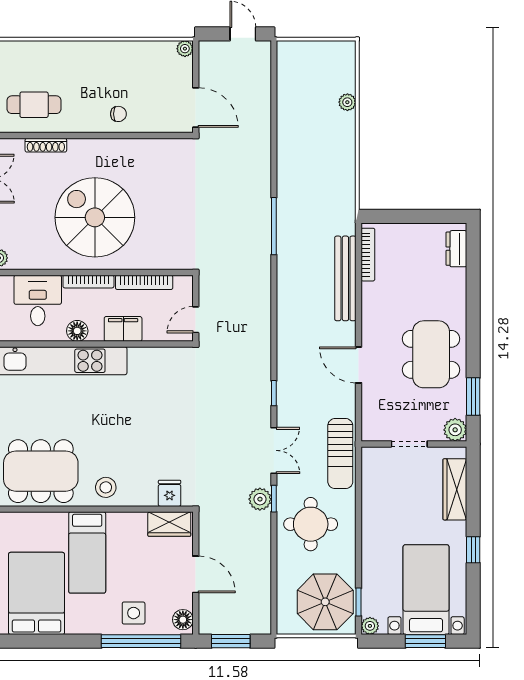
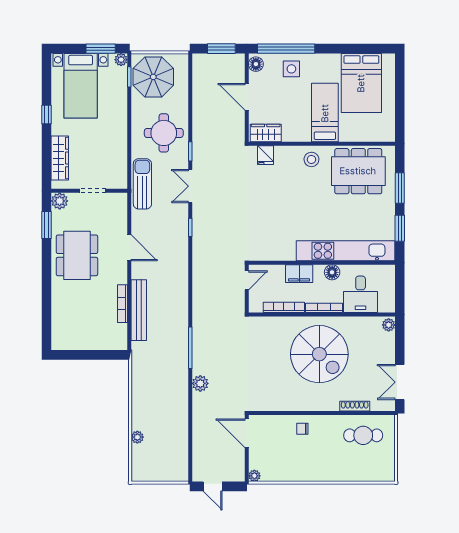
dresser: (456, 249) -> (59, 332), removed
bookcase: (368, 255) -> (122, 304), moved
plant: (260, 499) -> (200, 383), moved
window: (425, 641) -> (101, 49), moved

